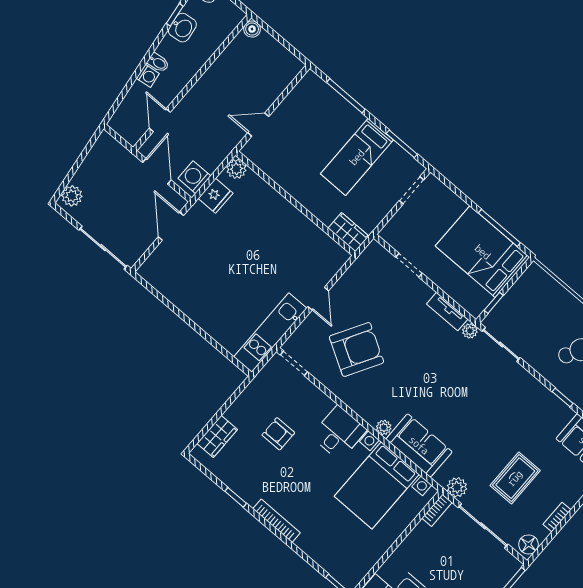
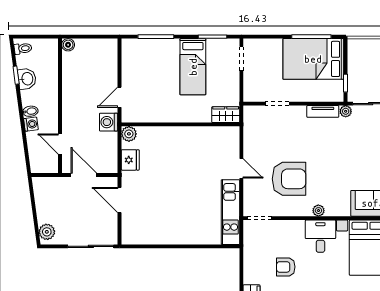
washing machine: (194, 177) -> (109, 122), moved
armchair: (356, 349) -> (289, 179), turned 60
plant: (384, 427) -> (318, 211), moved

